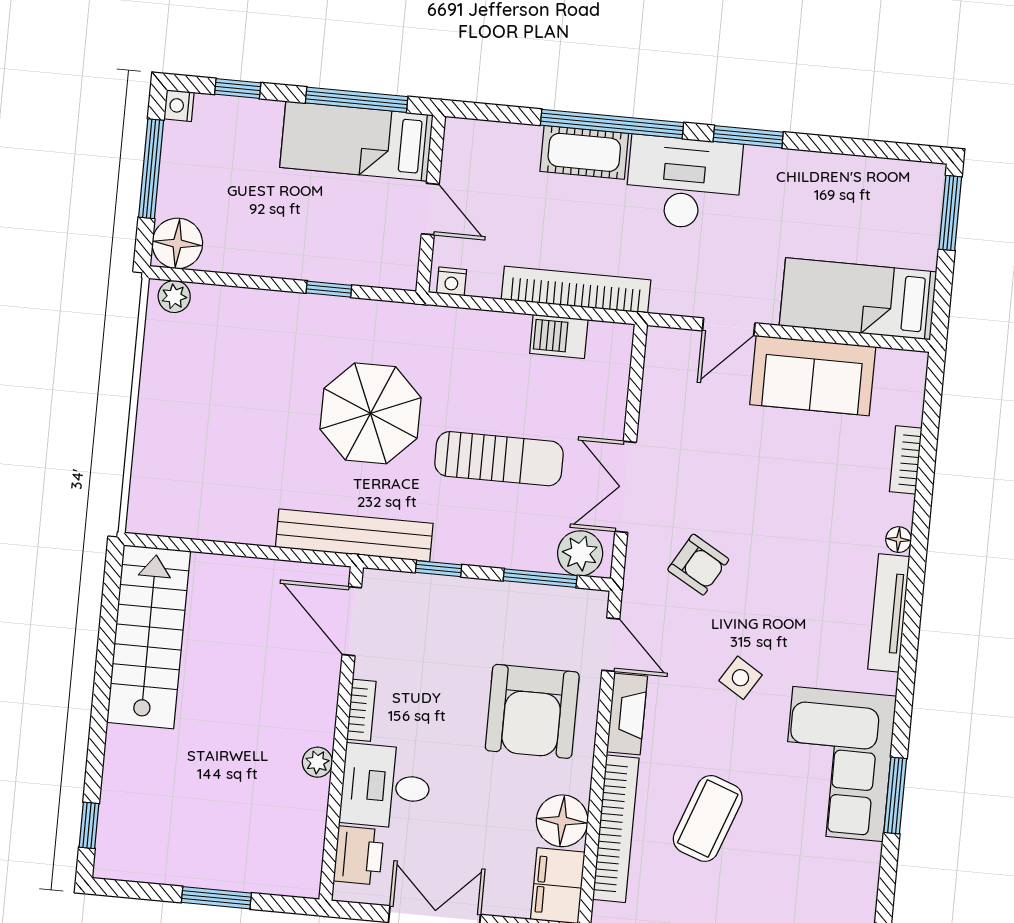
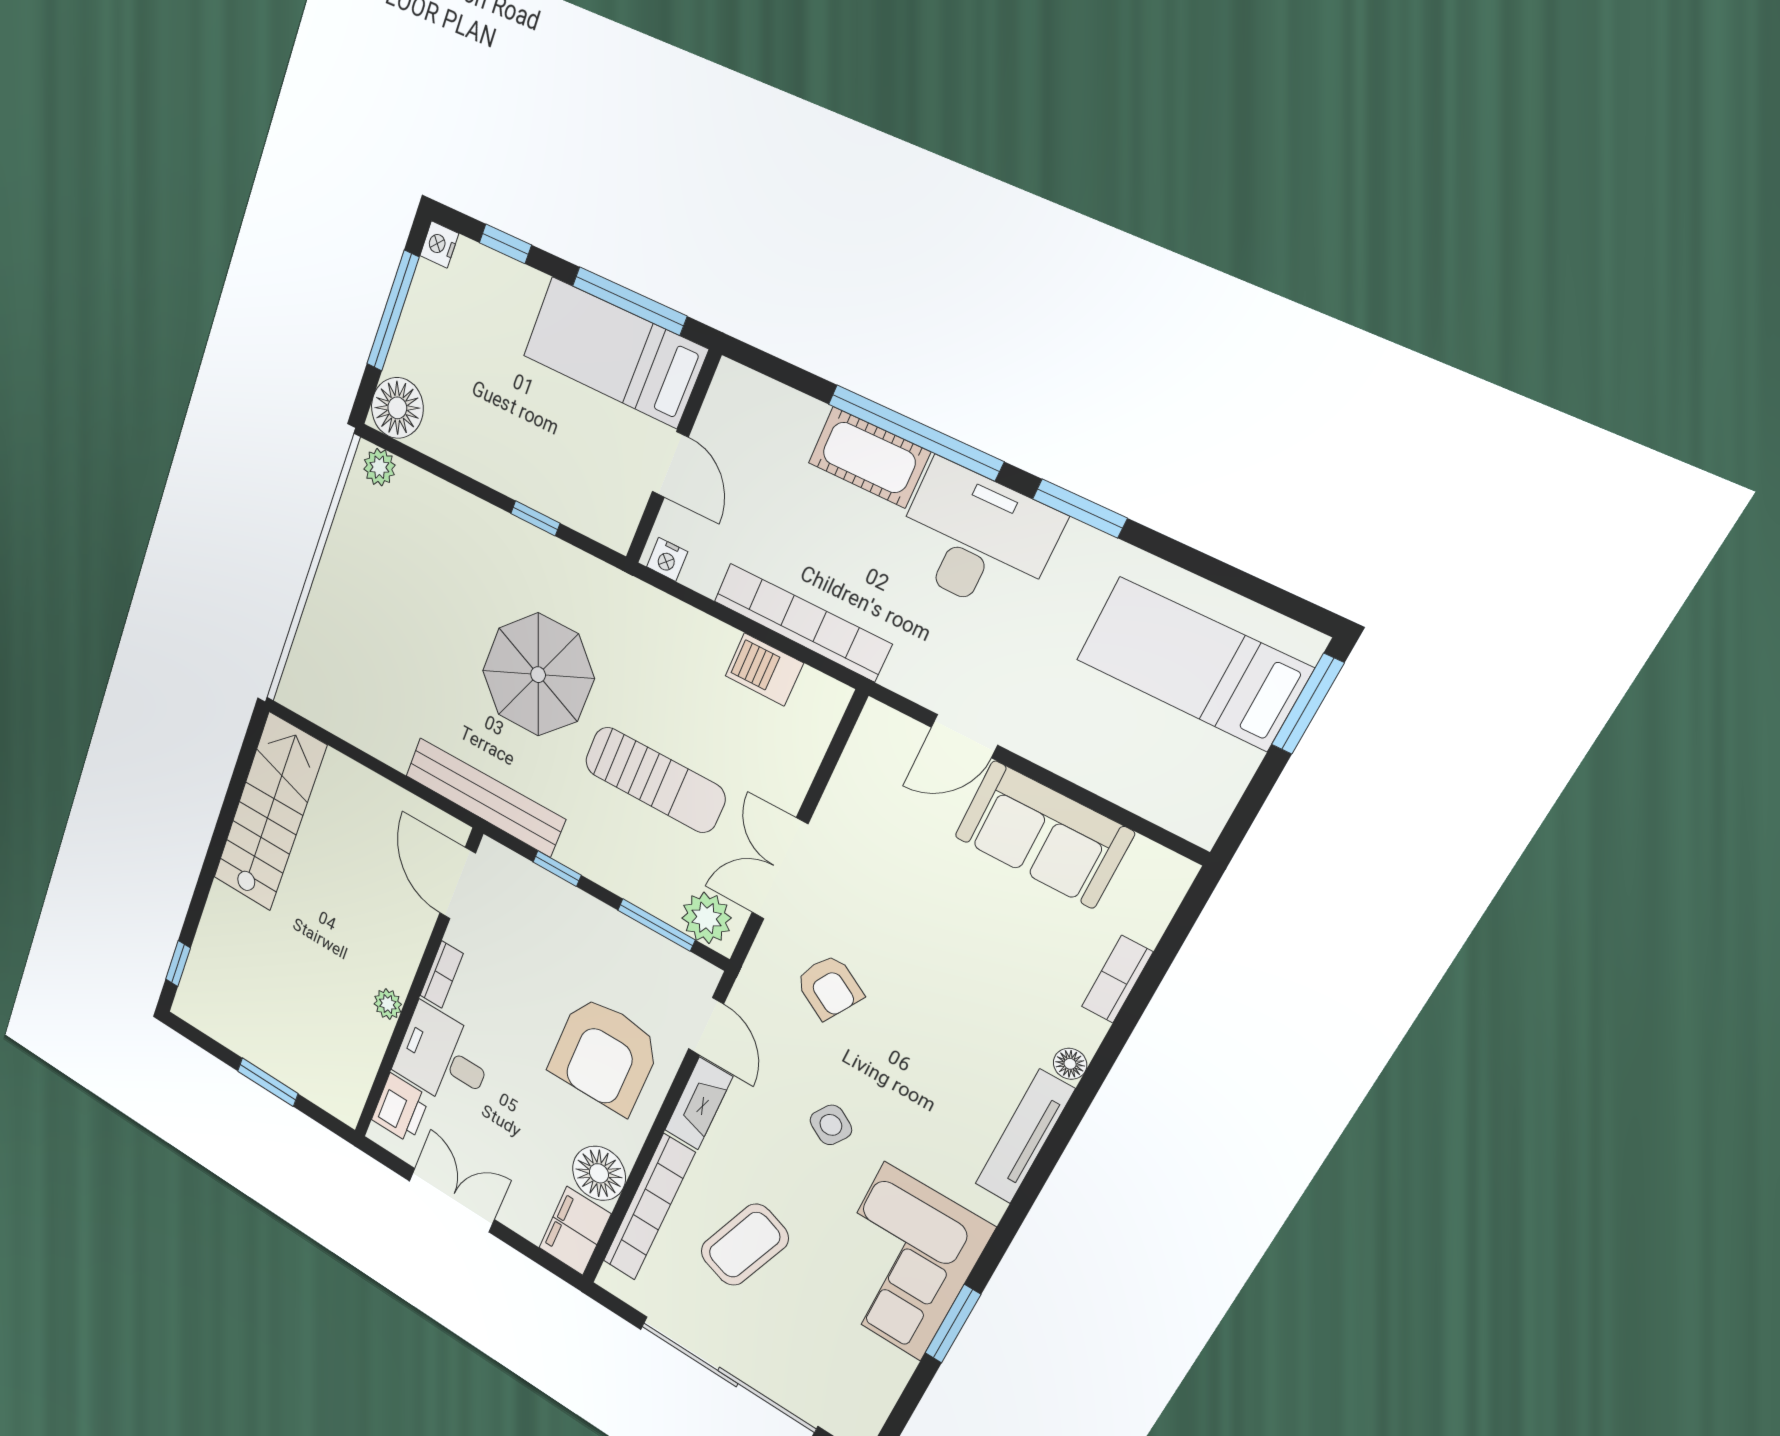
bed: (858, 299) -> (1193, 664), moved

